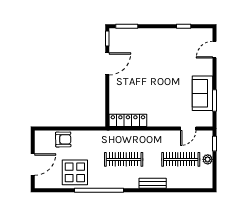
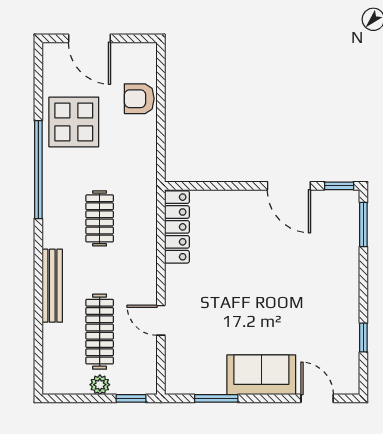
sofa: (203, 93) -> (261, 375), moved
door: (188, 128) -> (161, 320), moved
armchair: (63, 139) -> (139, 99), turned 91
clothes rail: (124, 159) -> (100, 218), width x0.73
bench: (153, 183) -> (52, 286), width x1.36

